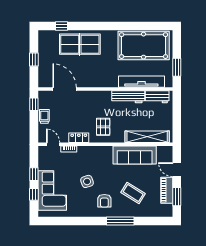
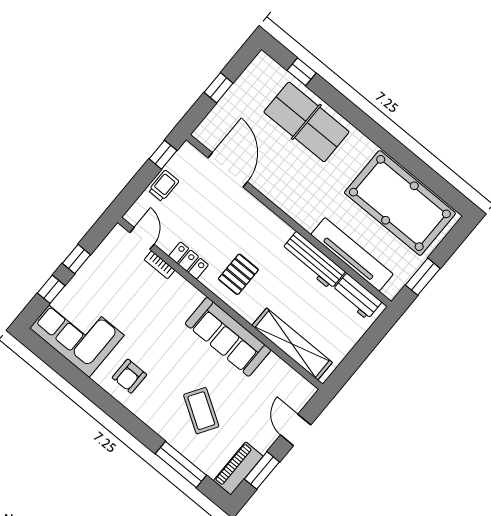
sofa: (135, 155) -> (228, 337), moved
side table: (87, 181) -> (147, 336), removed
corner sofa: (52, 190) -> (77, 332), moved, turned -90
piano: (167, 190) -> (238, 468), moved
armchair: (104, 201) -> (129, 376), moved
window: (120, 221) -> (181, 465), moved

